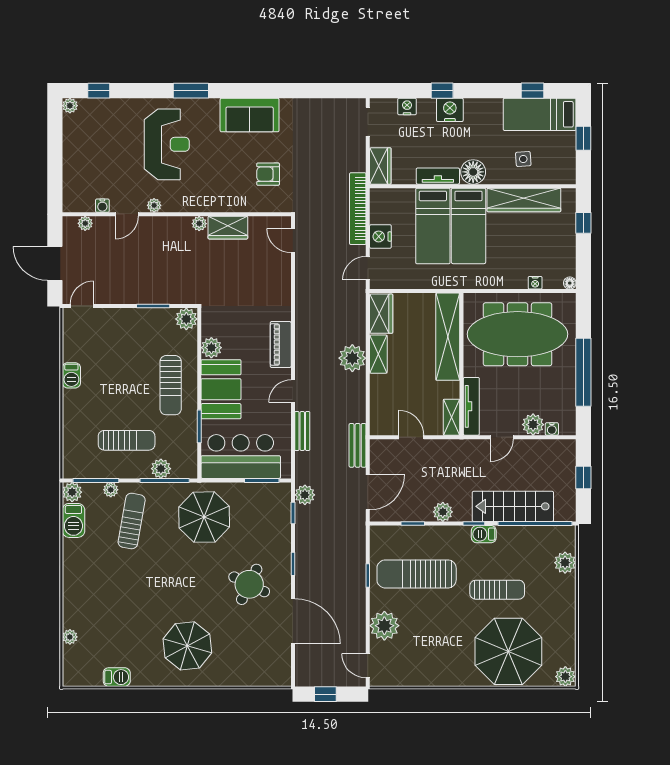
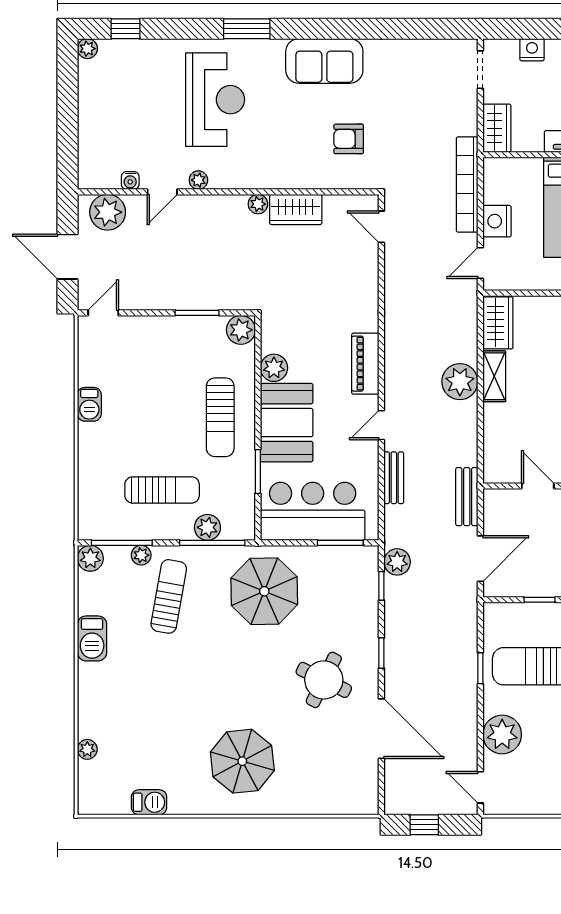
plant: (85, 223) -> (108, 212), width x1.88, depth x1.88
barbecue: (73, 520) -> (92, 638), moved

